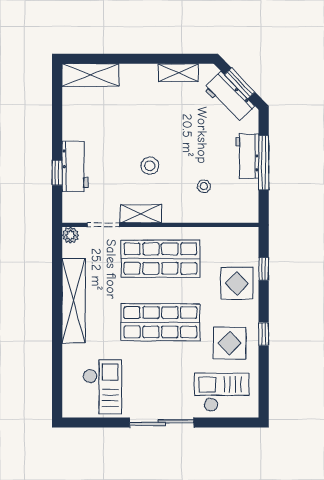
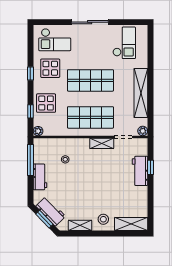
window: (264, 163) -> (30, 160), moved
stool: (150, 166) -> (103, 219), moved
plant: (251, 235) -> (38, 131), added
checkout: (102, 387) -> (124, 43), turned 180

